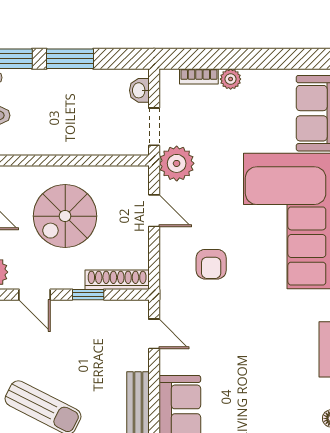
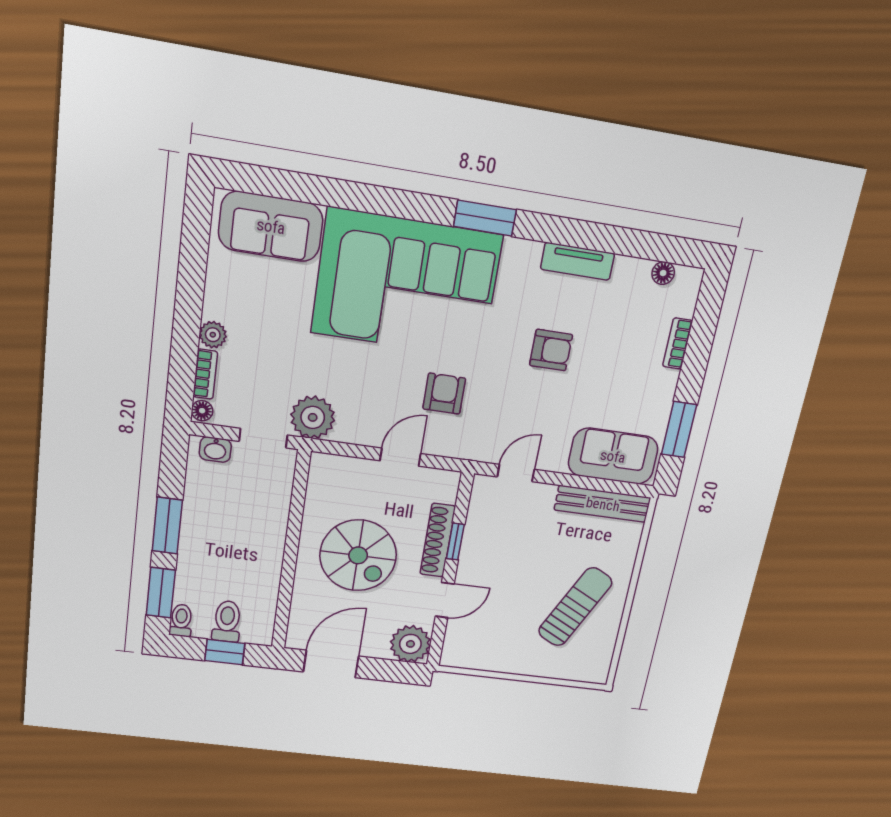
floor lamp: (169, 77) -> (202, 411), added
door: (154, 211) -> (400, 457), moved
armchair: (211, 264) -> (444, 394), turned -90
shoe rack: (117, 280) -> (438, 540), moved
armchair: (258, 343) -> (551, 350), added

